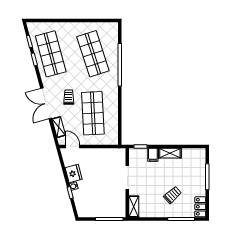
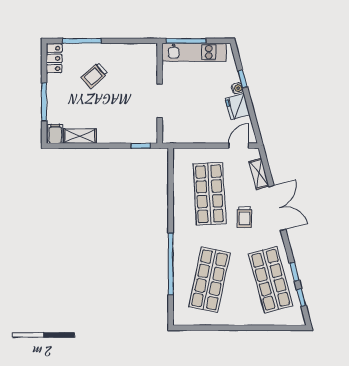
shop shelf: (93, 54) -> (209, 280), turned 30
door: (73, 146) -> (239, 146), swing flipped
shelving: (170, 153) -> (80, 136), moved
filing cabinet: (153, 155) -> (55, 134), moved
shelving: (134, 207) -> (150, 59), removed
kitchen unit: (104, 211) -> (194, 52), added

